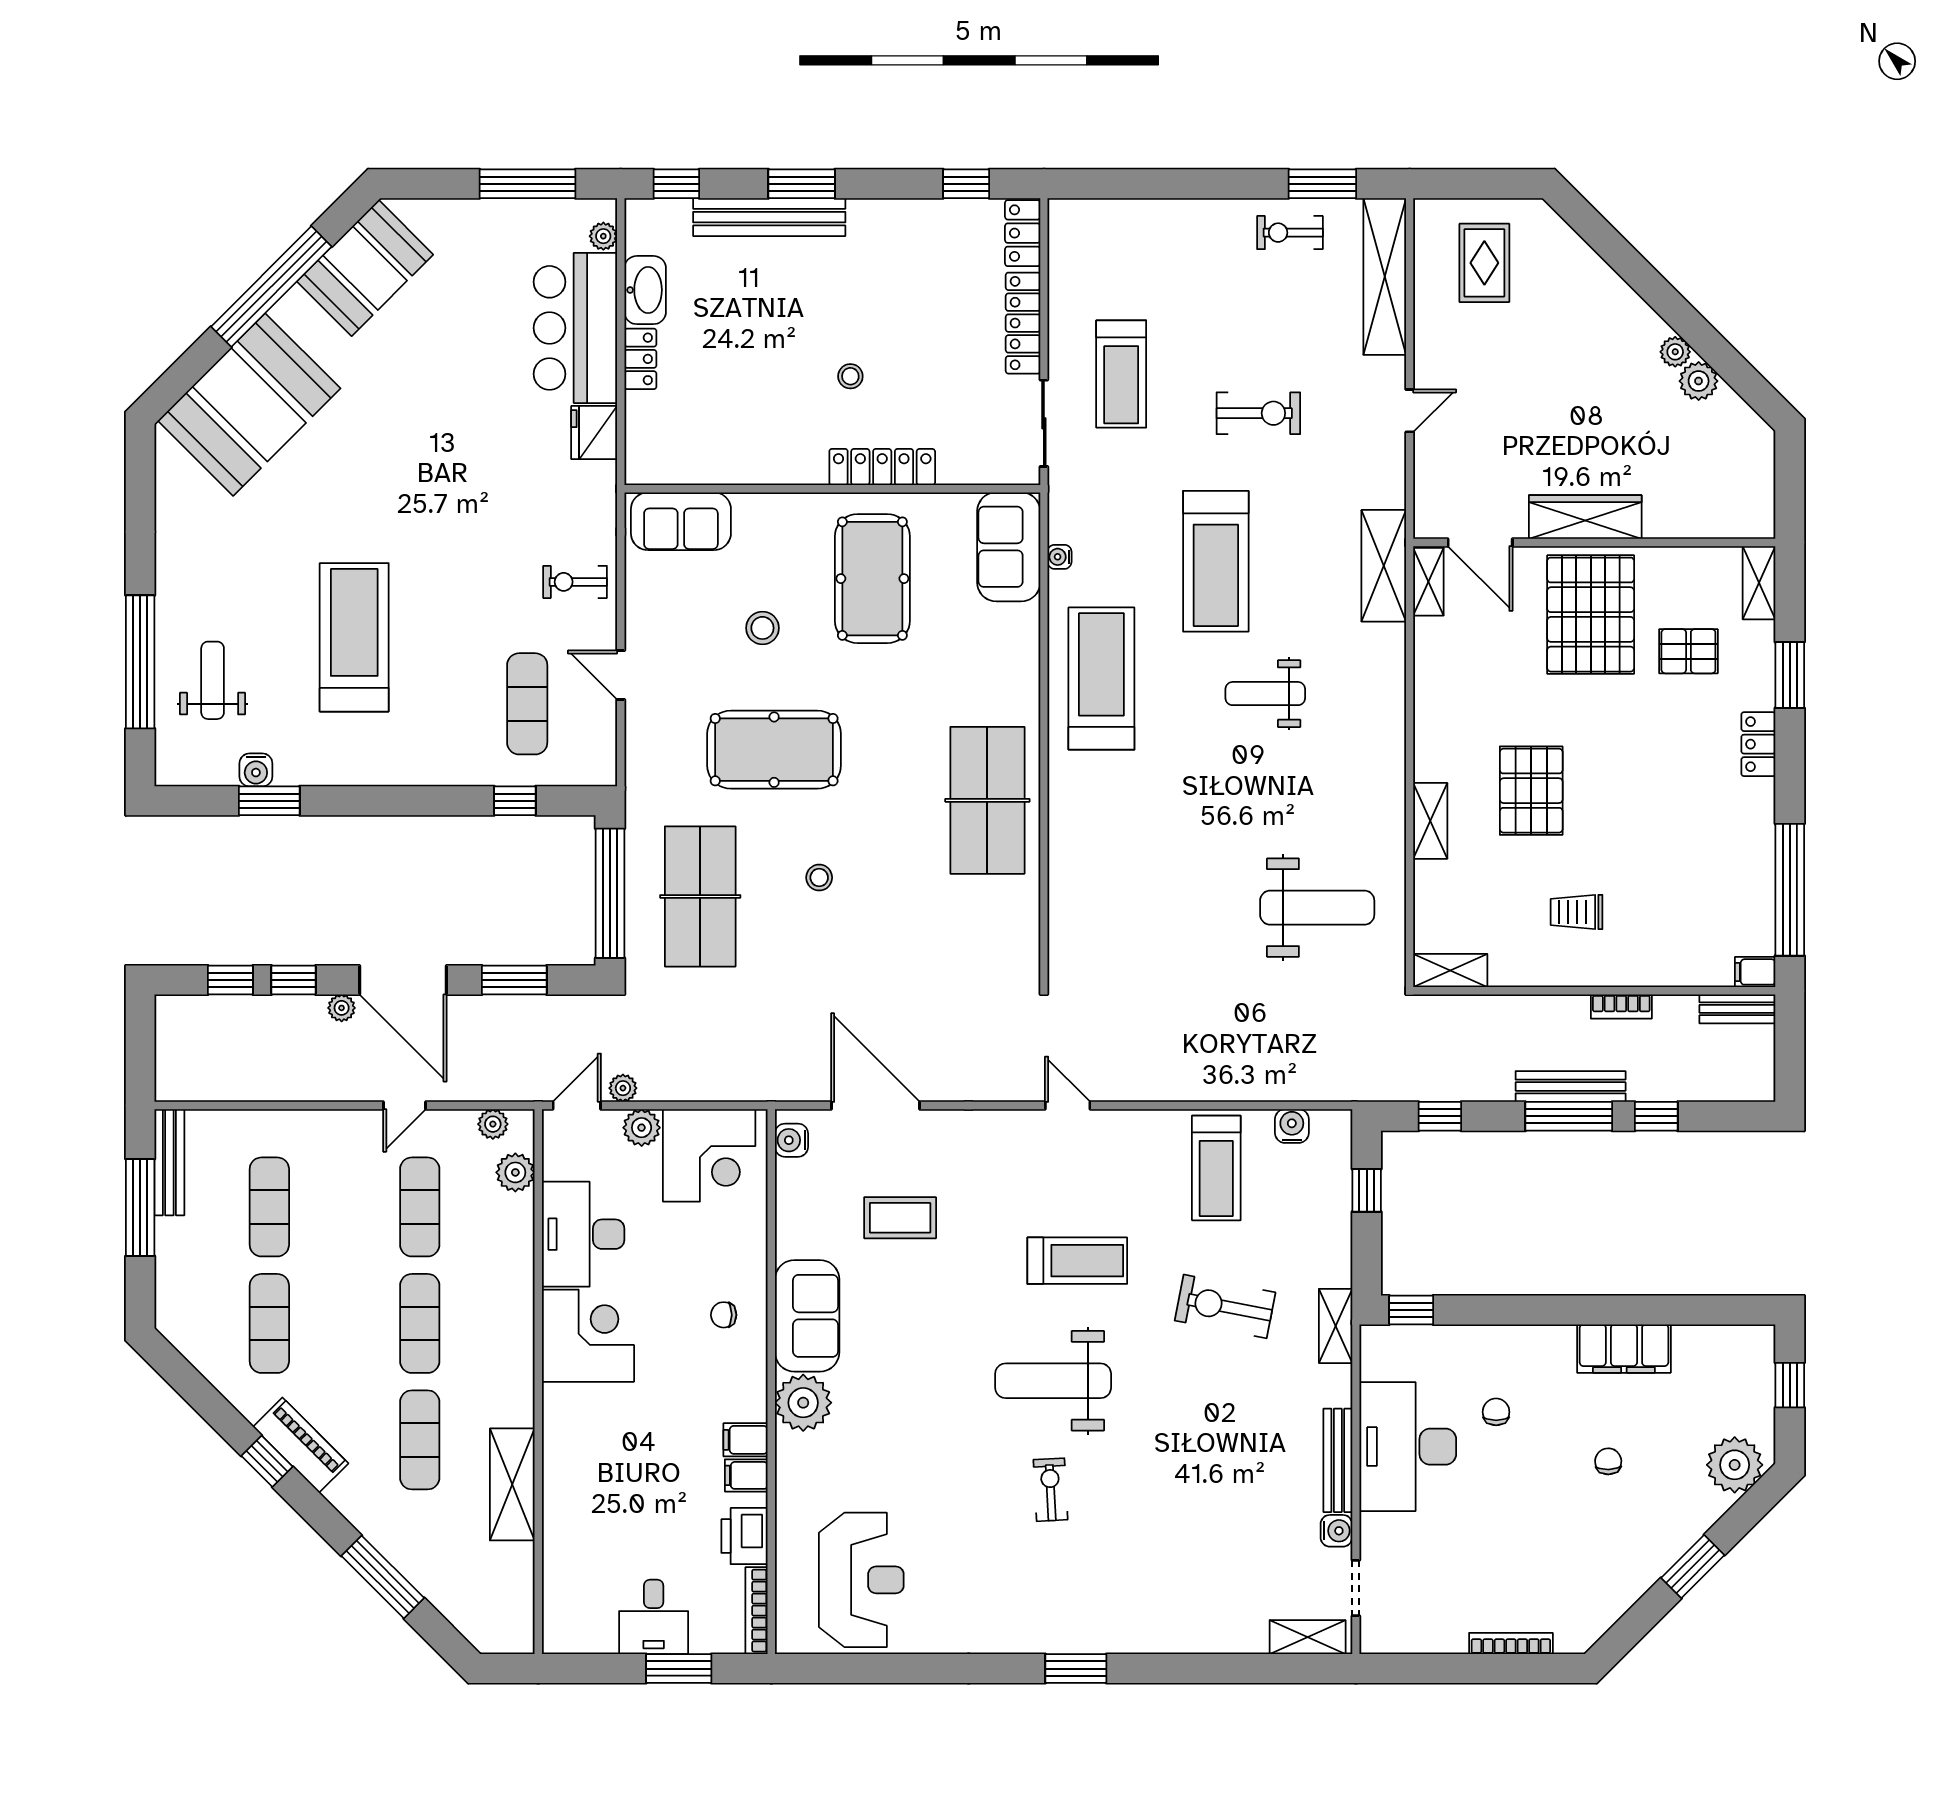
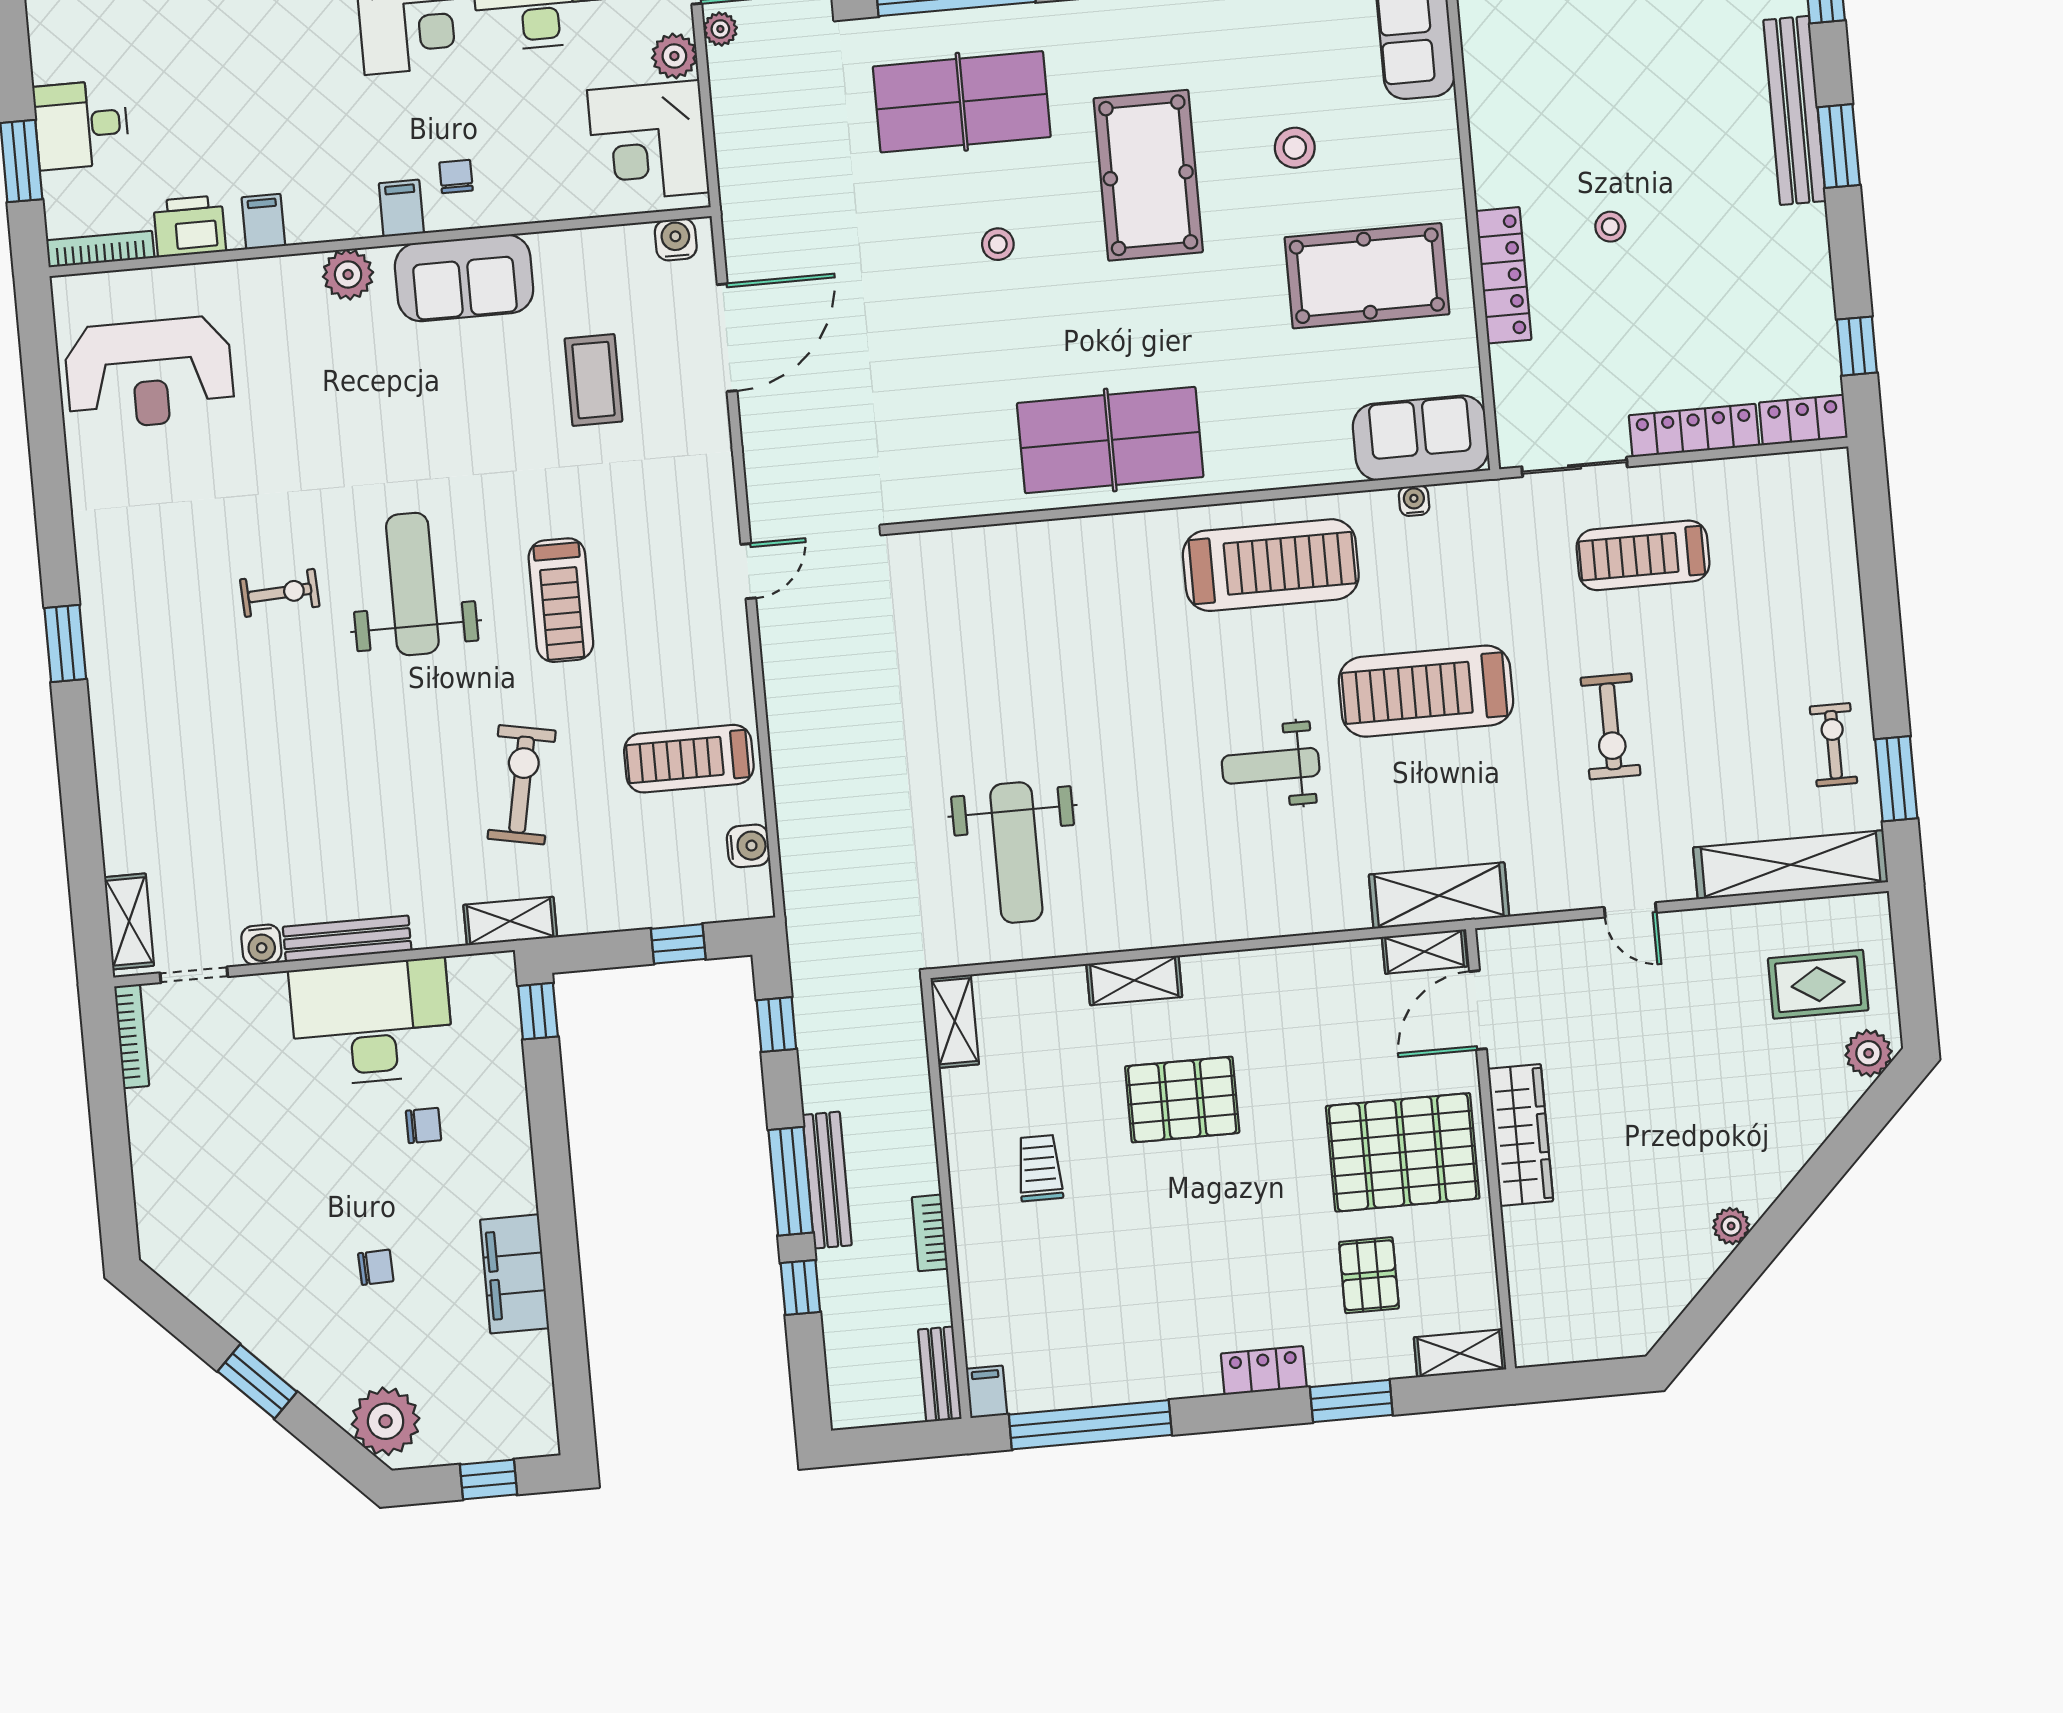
plant: (1699, 381) -> (1869, 1053), moved
weight bench: (1265, 694) -> (1271, 766), turned -90
plant: (803, 1403) -> (348, 274), width x0.73, depth x0.73
filing cabinet: (746, 1440) -> (401, 208), moved
bookcase: (1511, 1643) -> (132, 1036), moved

